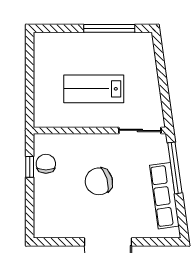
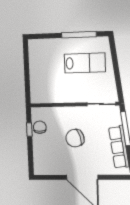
lab bench: (94, 89) -> (85, 63), moved, turned 180

